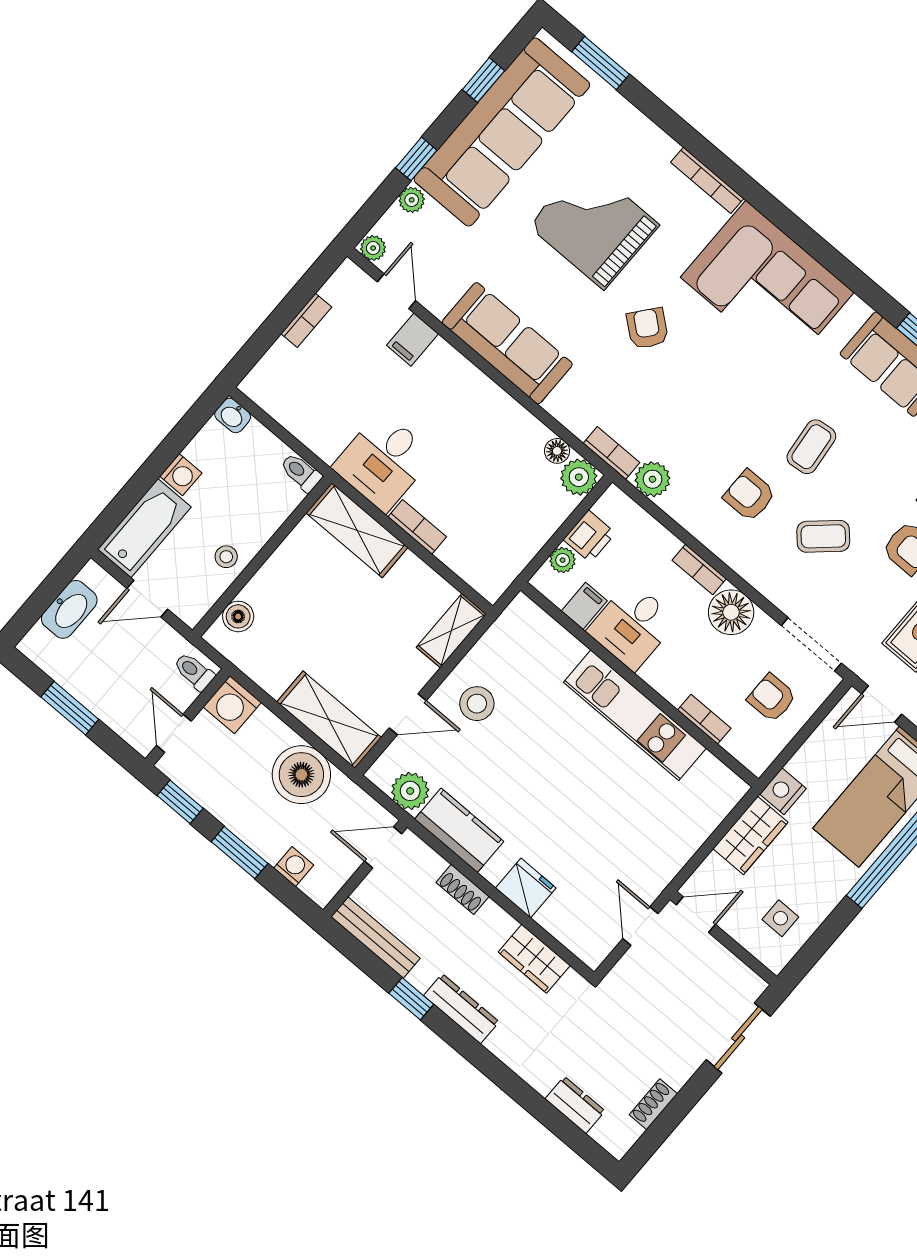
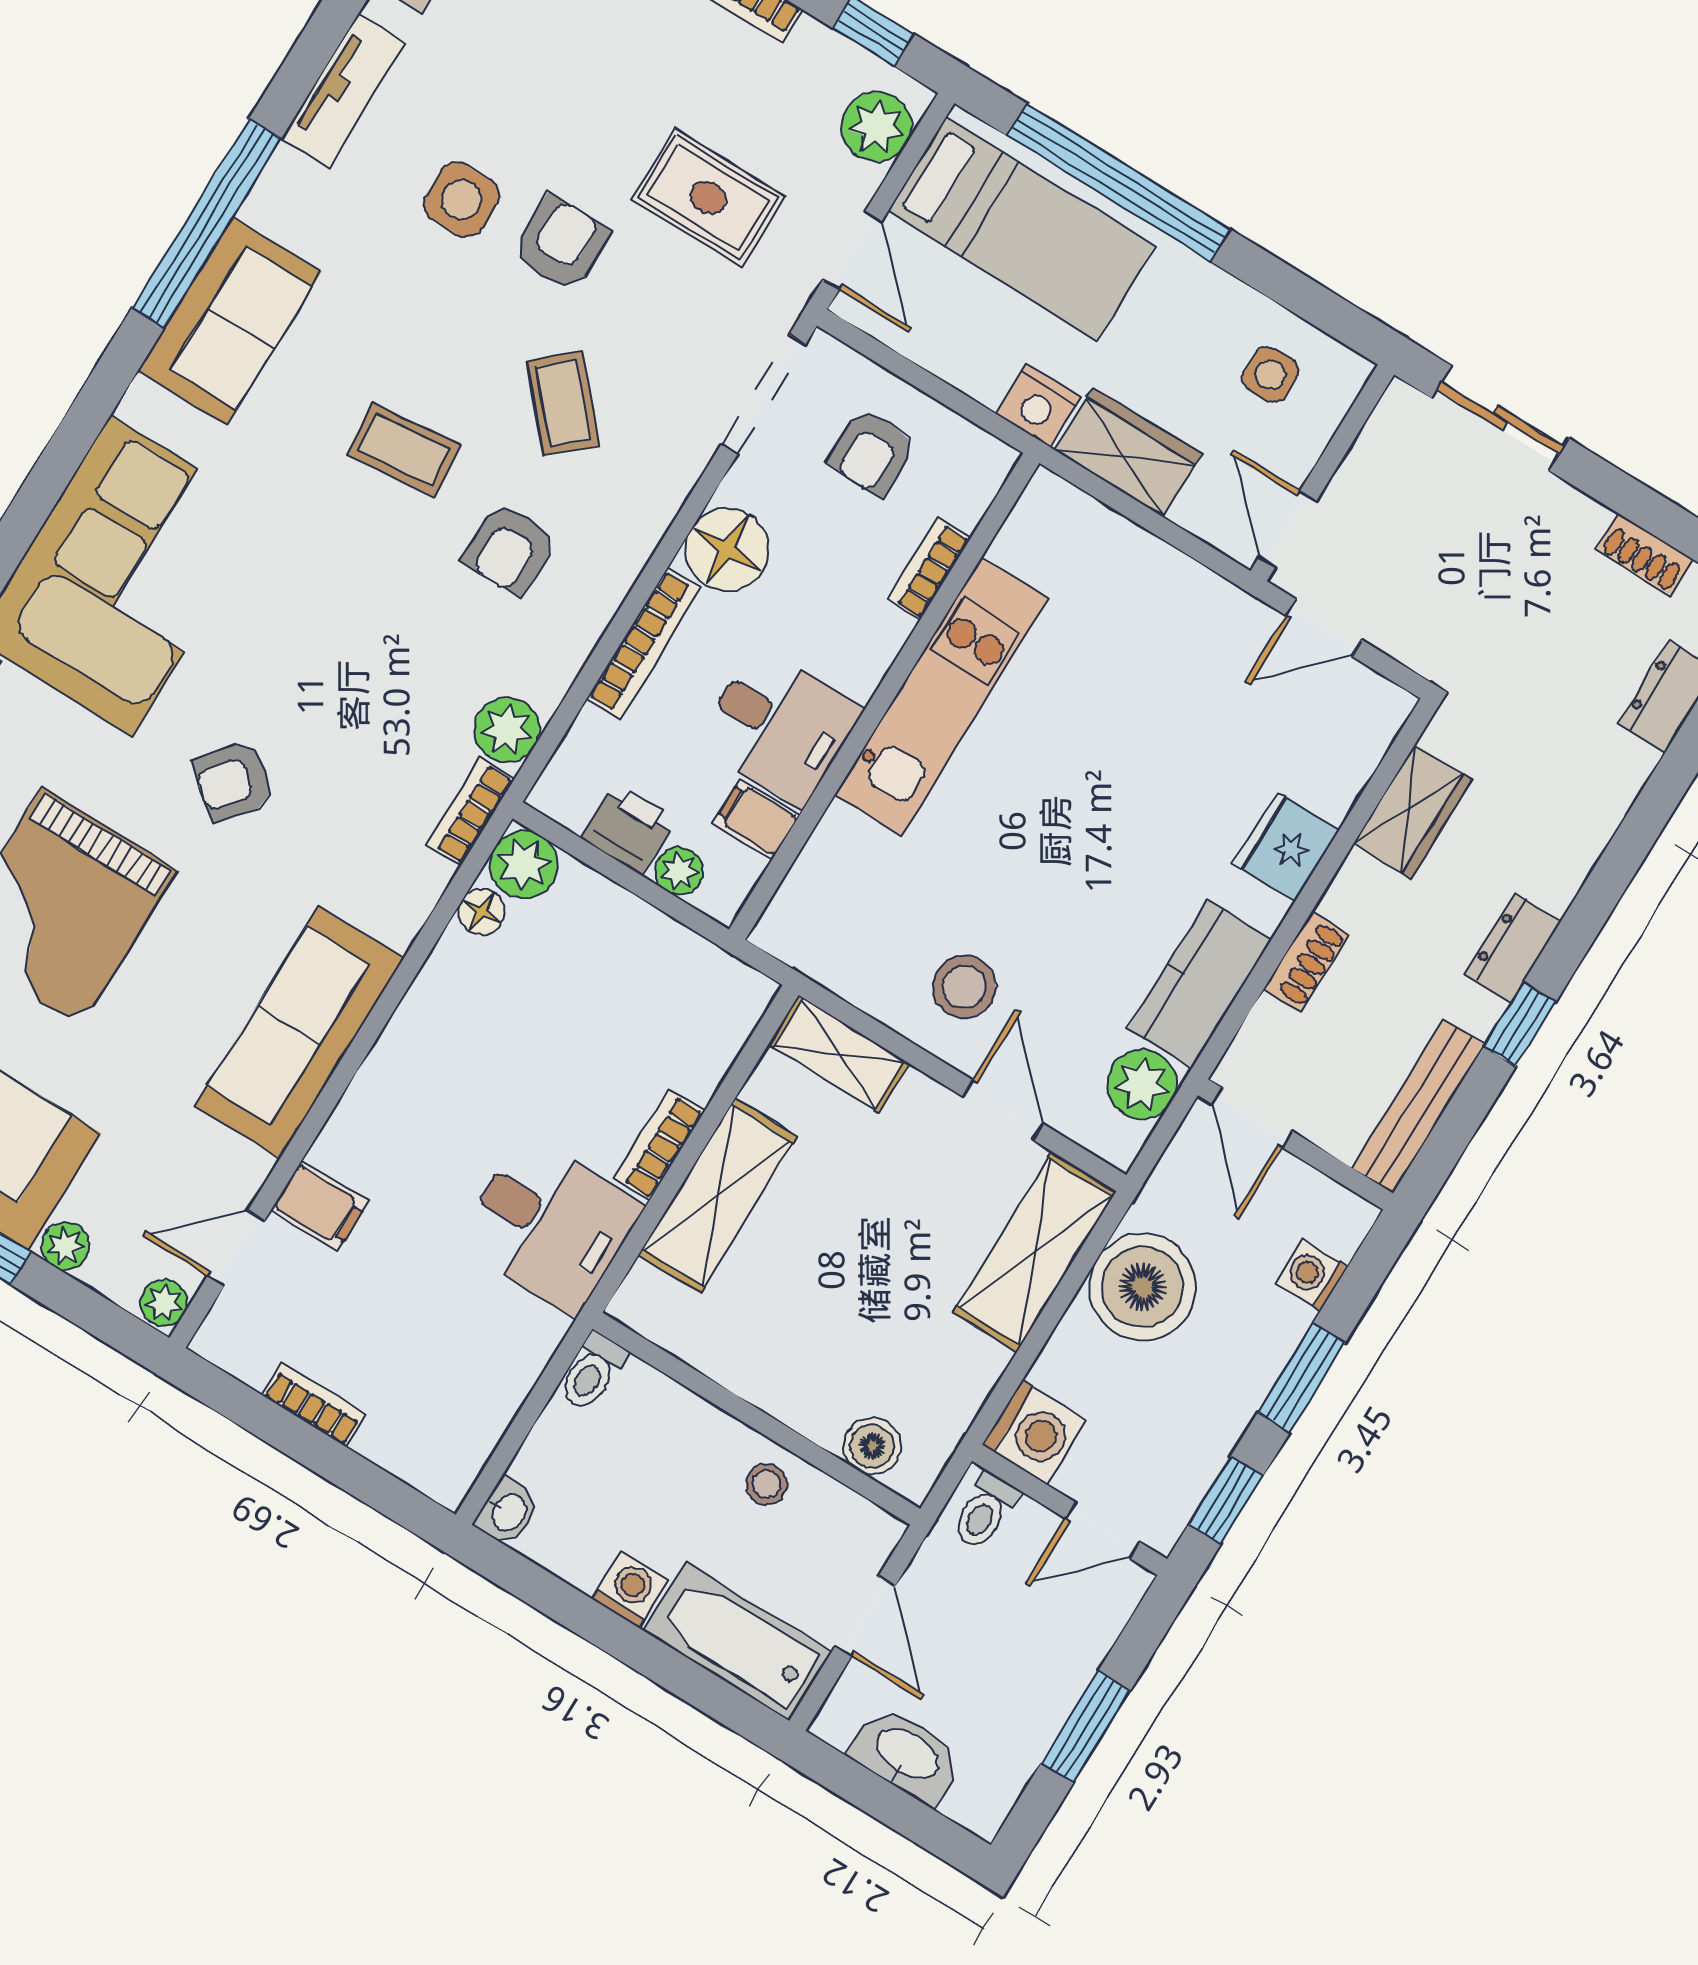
shelving: (357, 530) -> (718, 1196), moved
bookcase: (699, 570) -> (644, 643), width x1.56
dresser: (461, 1009) -> (1513, 948), width x0.70

